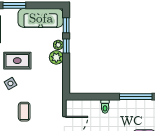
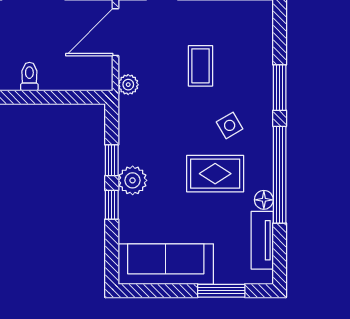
window: (66, 25) -> (112, 160), moved
plant: (58, 45) -> (128, 85), moved

